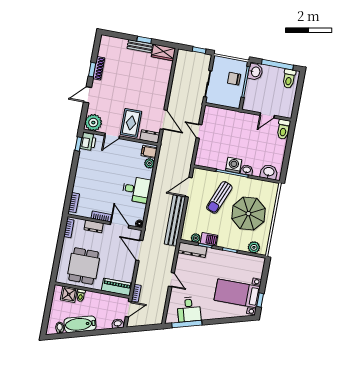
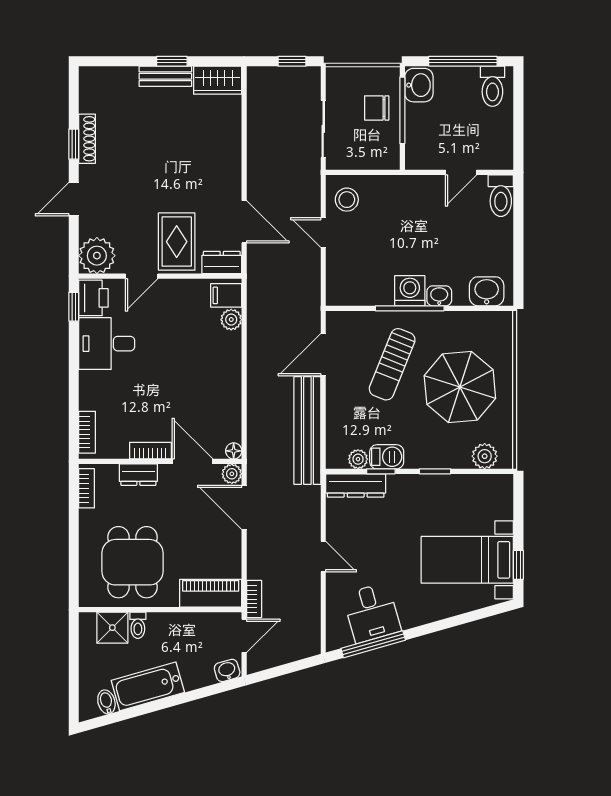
stool: (213, 118) -> (347, 200), added
desk: (136, 189) -> (107, 344), moved, turned 180
plant: (137, 234) -> (232, 474), added

